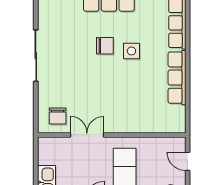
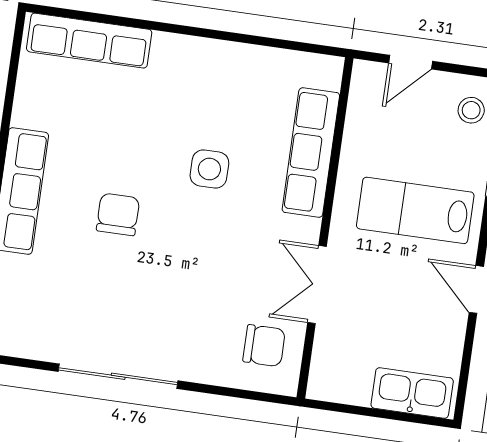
side table: (131, 51) -> (209, 169), moved
row of seats: (177, 78) -> (311, 152), moved, turned 90

